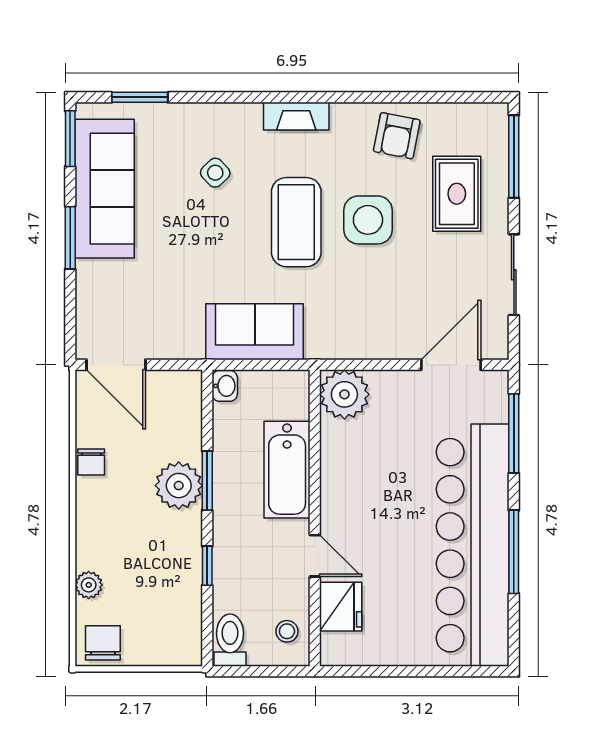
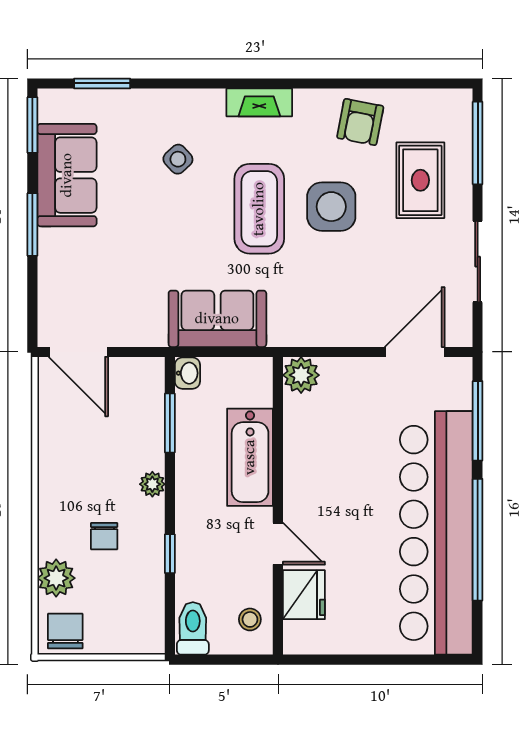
sofa: (105, 189) -> (67, 175), width x0.73
plant: (344, 394) -> (301, 375), width x0.73, depth x0.73
chair: (91, 462) -> (104, 536), moved
window: (207, 481) -> (170, 423), moved
plant: (179, 486) -> (152, 484), width x0.53, depth x0.53
window: (514, 552) -> (478, 540), width x1.46
plant: (89, 585) -> (56, 578), width x1.38, depth x1.38

